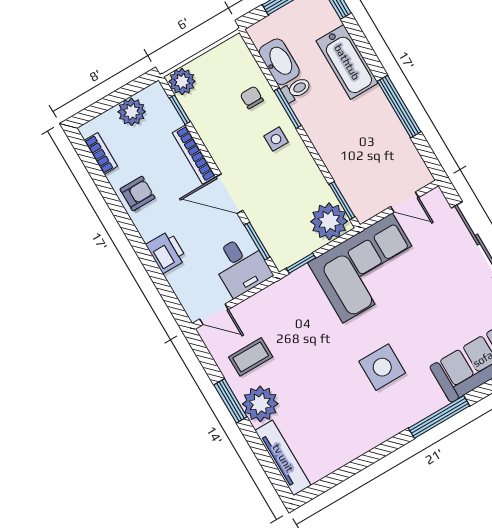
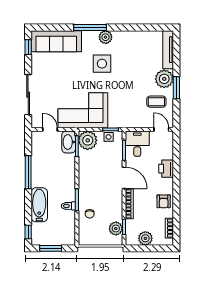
washbasin: (279, 62) -> (69, 142), moved
plant: (182, 81) -> (116, 228), moved
side table: (276, 139) -> (109, 137), moved
armchair: (138, 194) -> (164, 201), turned -90
plant: (403, 416) -> (106, 37), added

